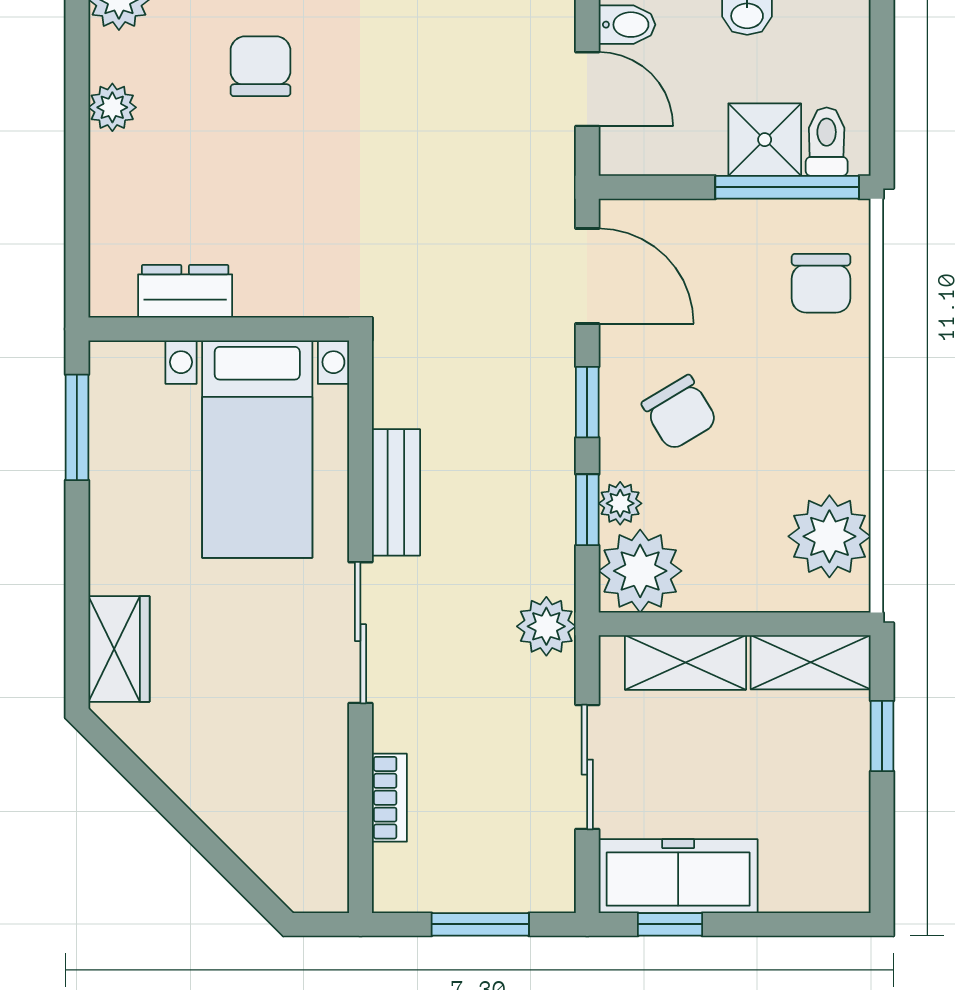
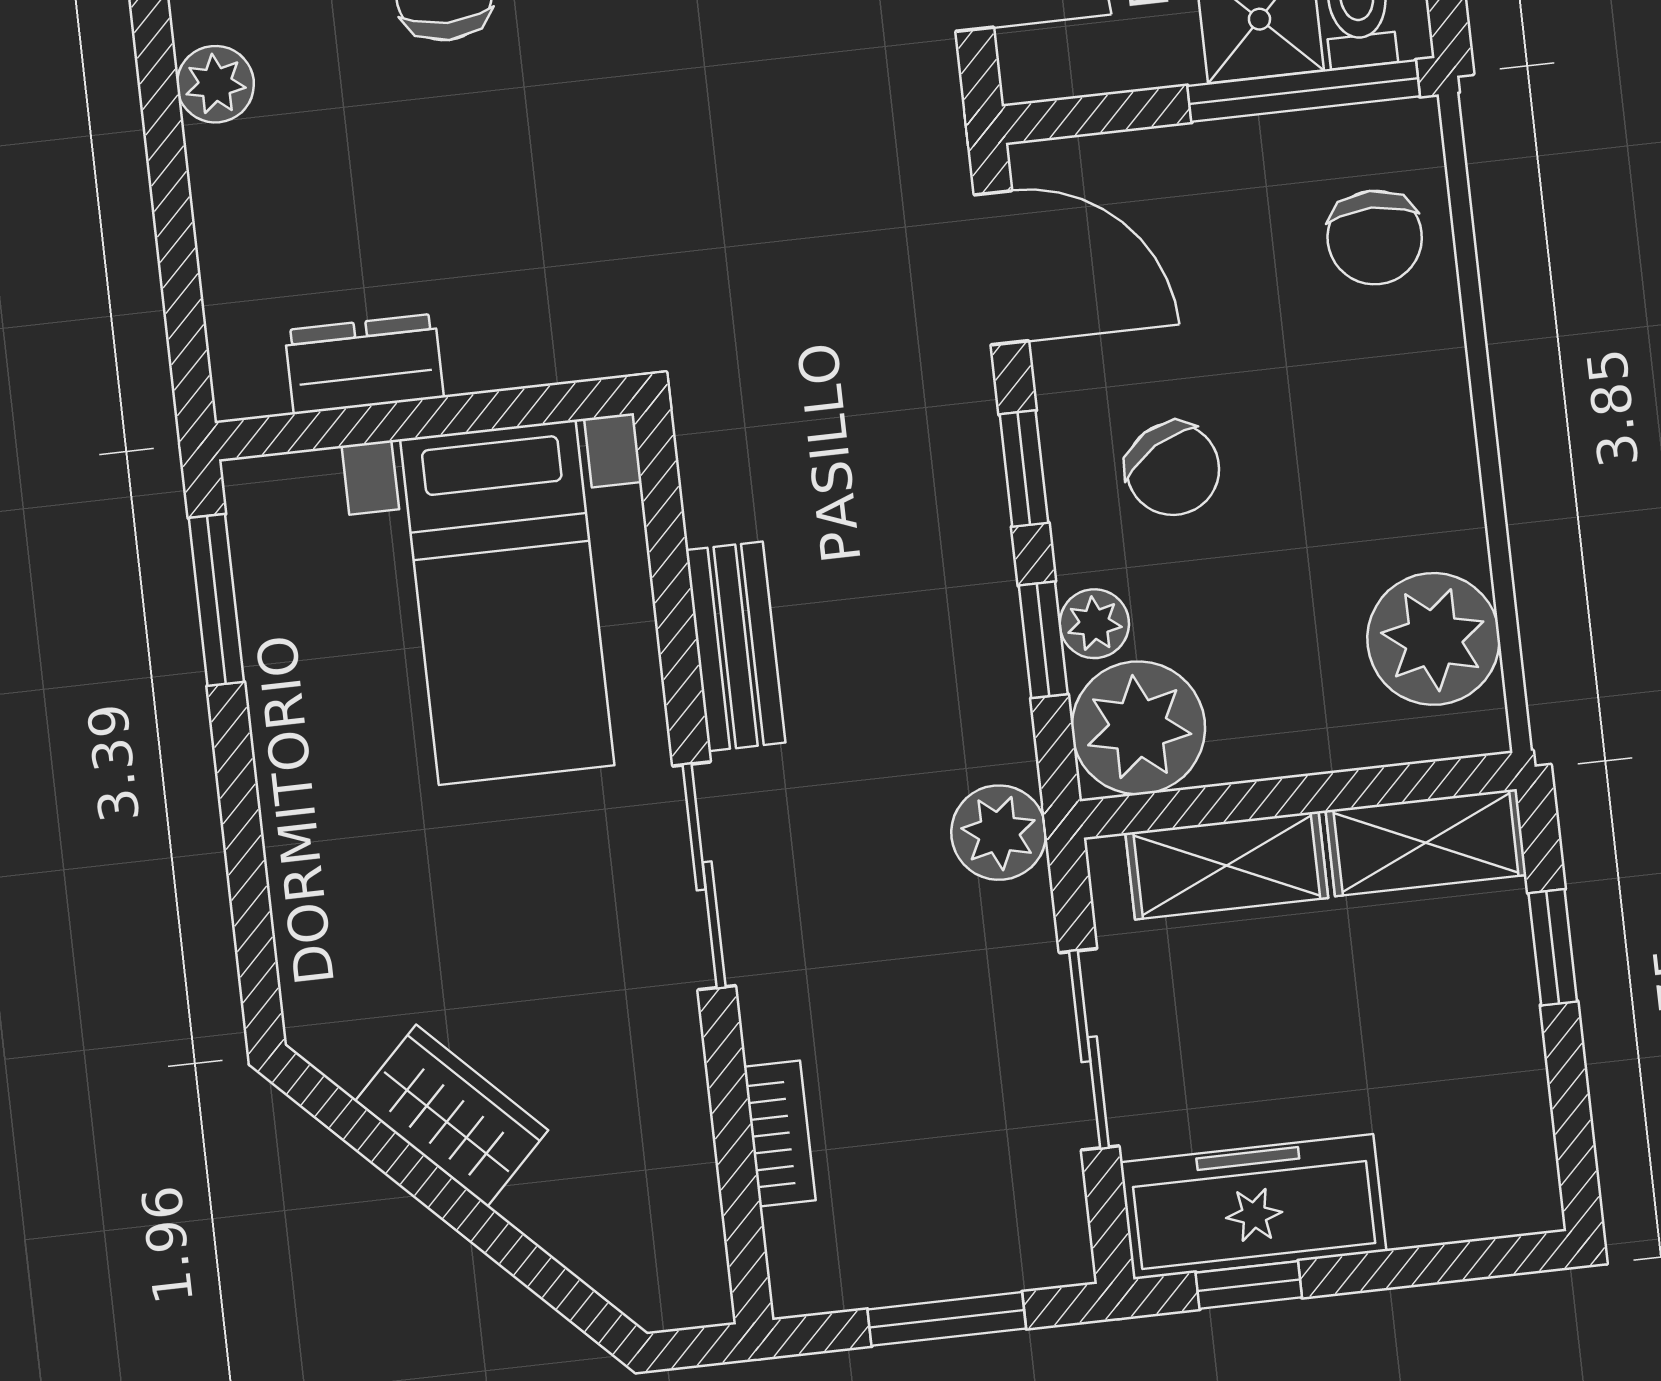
wardrobe: (119, 649) -> (452, 1116), moved, turned -45

